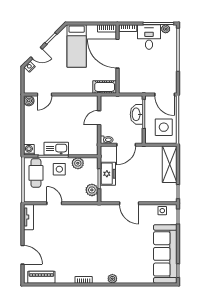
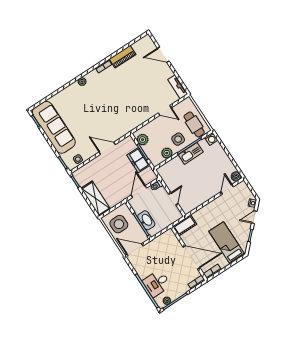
desk: (149, 37) -> (157, 283), moved, turned 90
piano: (41, 277) -> (123, 57), moved

